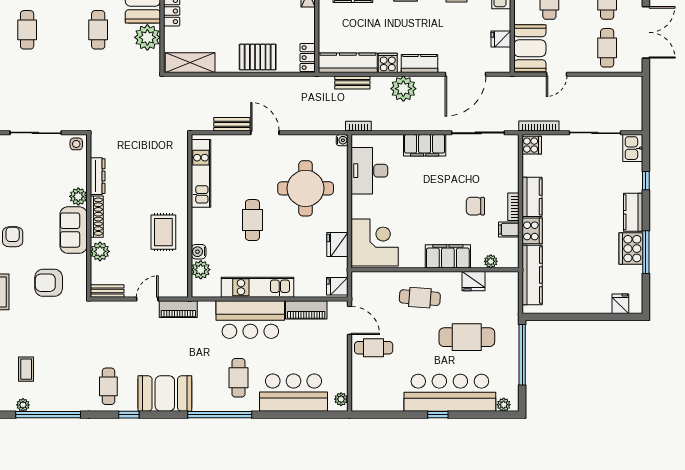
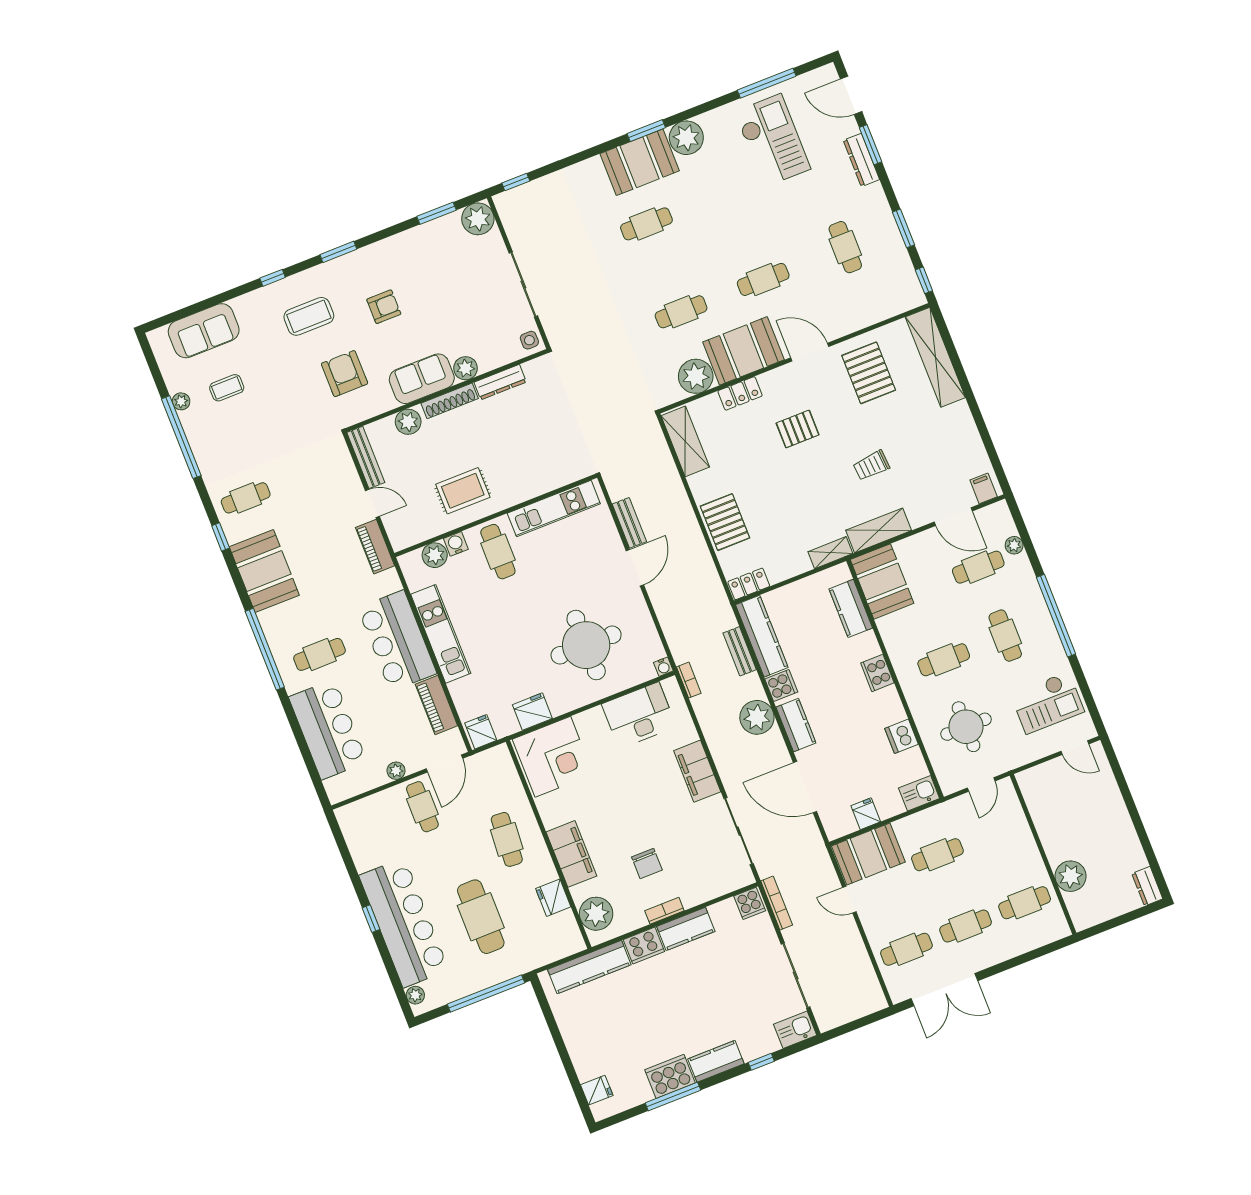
chair: (475, 206) -> (647, 863), turned 180
cafe table: (252, 220) -> (498, 552), moved, turned 90
filing cabinet: (509, 230) -> (634, 916), removed
plant: (491, 261) -> (596, 914), width x1.88, depth x1.88
bench: (107, 291) -> (366, 457), width x1.36
plant: (341, 399) -> (396, 771), moved

